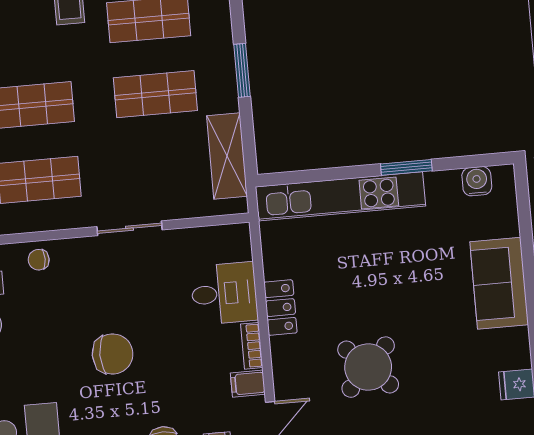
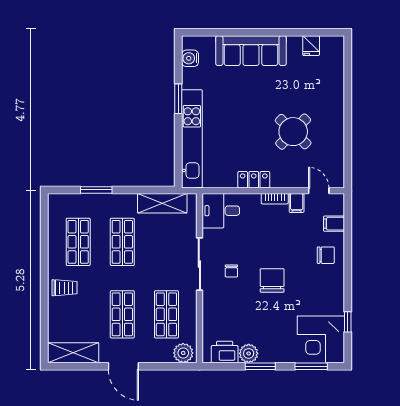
window: (242, 70) -> (96, 190), moved
sliding door: (130, 228) -> (199, 264), width x1.37
chair: (39, 260) -> (231, 271), moved
sofa: (499, 283) -> (251, 51), width x1.36
desk: (224, 293) -> (221, 211), moved, turned -90

